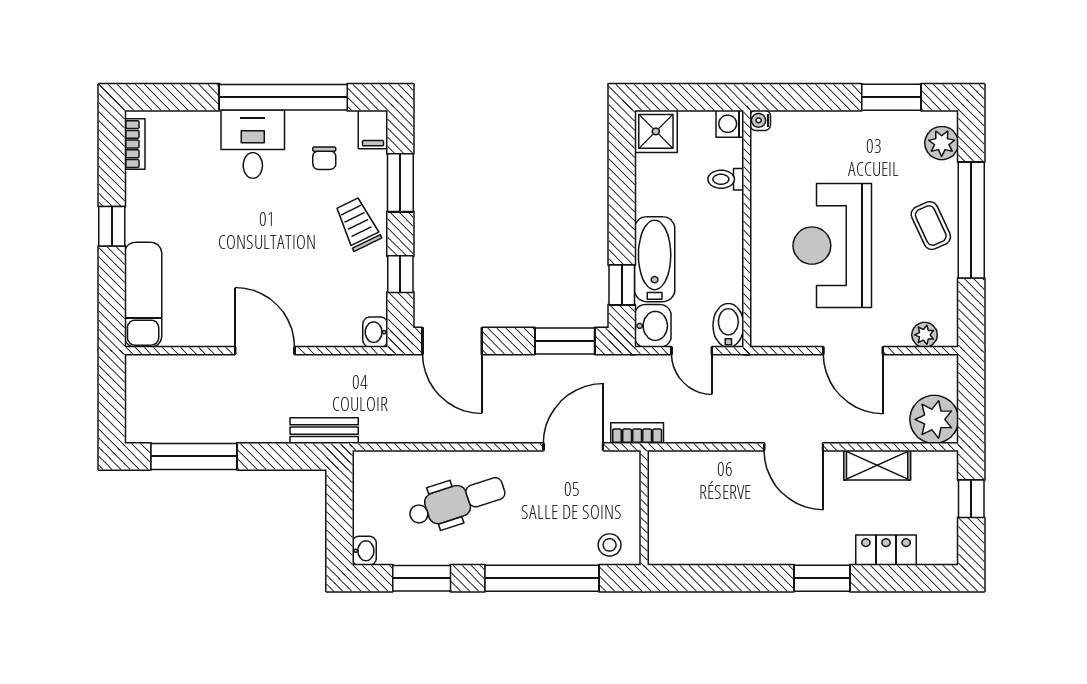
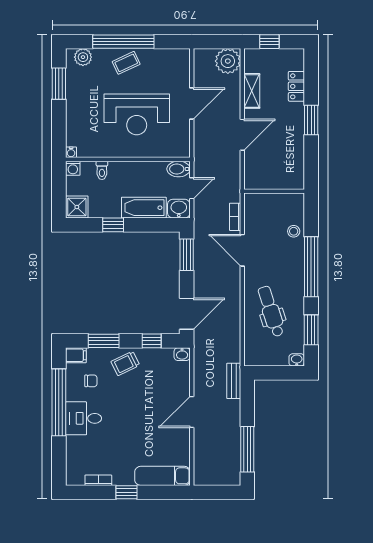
bookcase: (135, 144) -> (98, 480), moved
window: (622, 285) -> (113, 225), moved
plant: (925, 335) -> (183, 66), removed
wall: (644, 508) -> (274, 191), moved

